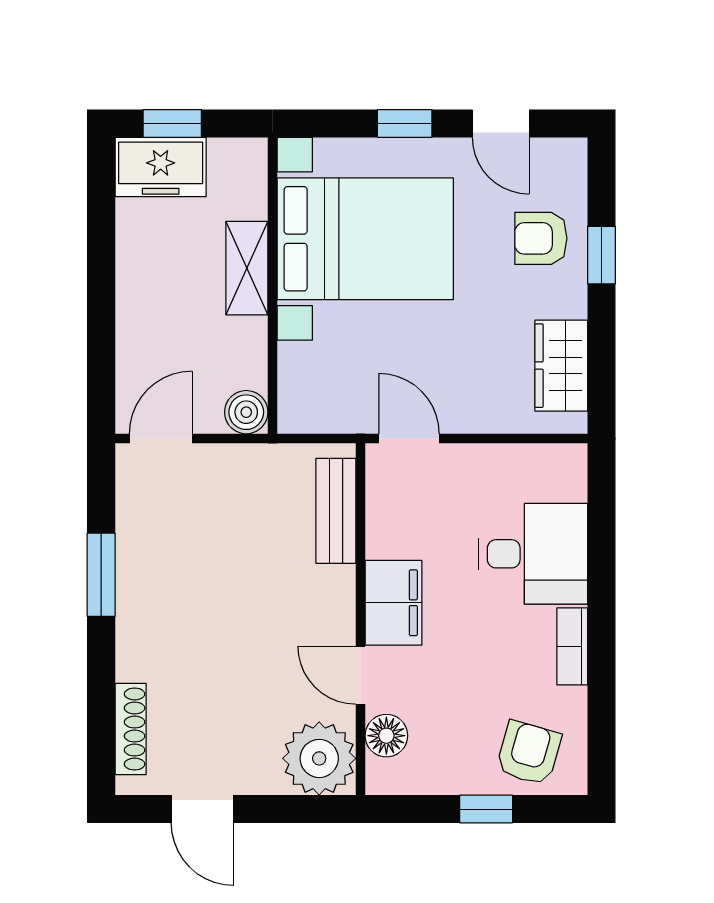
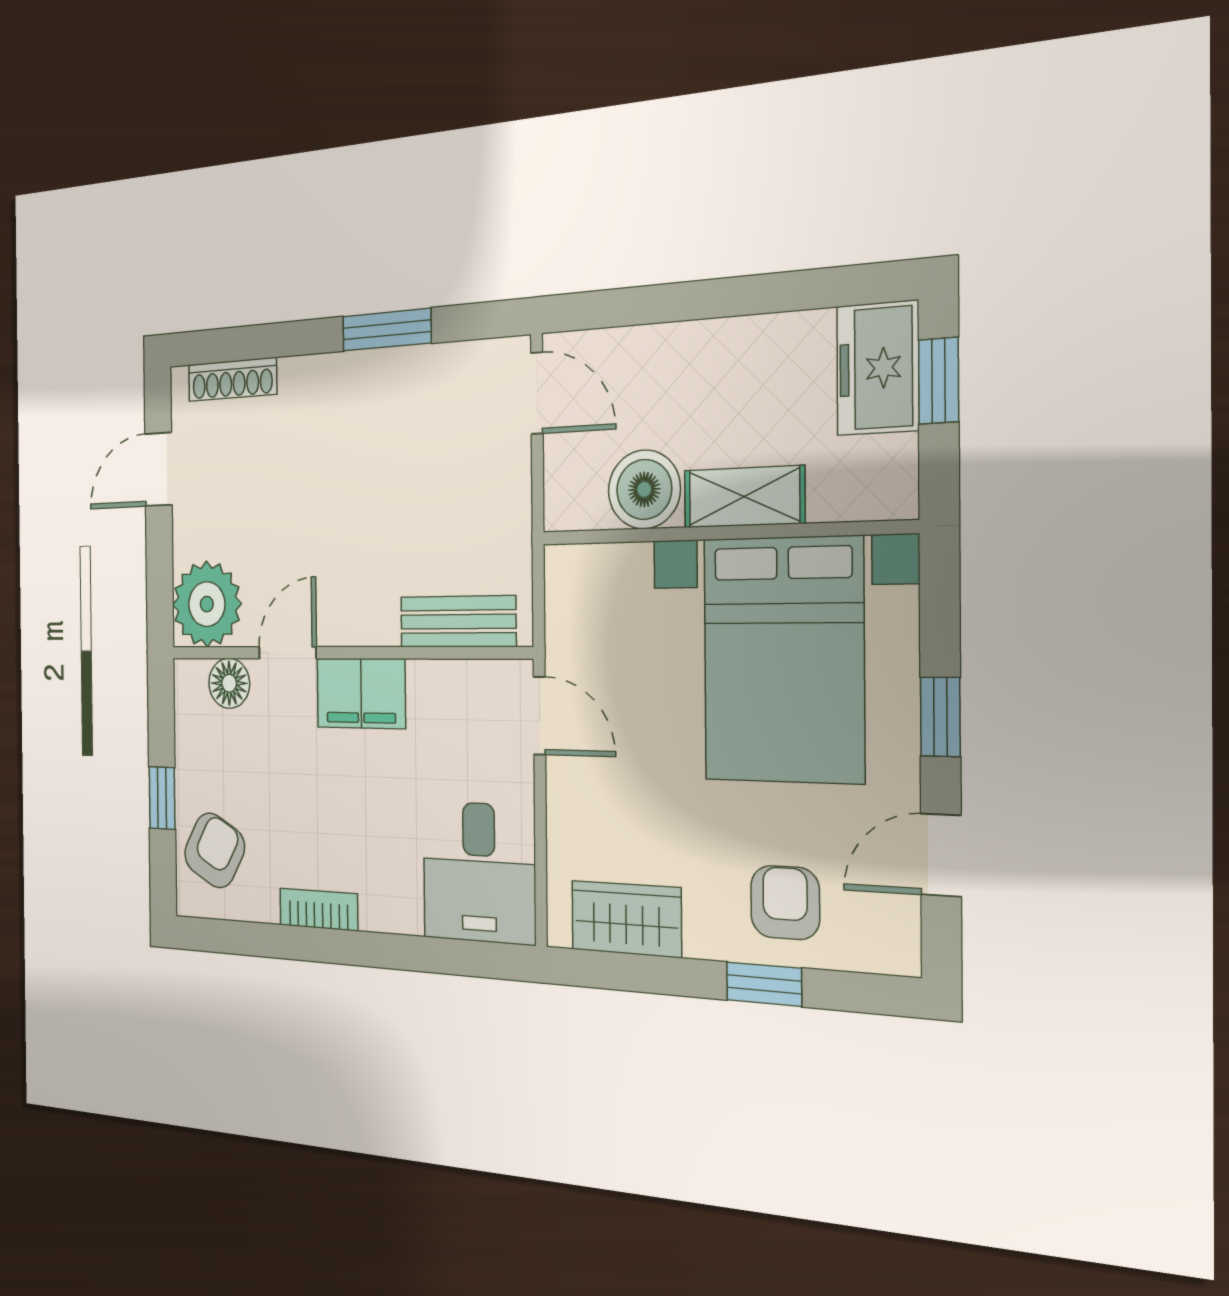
boiler: (246, 412) -> (644, 489), moved, width x1.36, depth x1.36
door: (409, 438) -> (539, 716), hinge flipped
desk: (533, 554) -> (479, 872), moved
armchair: (529, 753) -> (215, 850), turned -77

